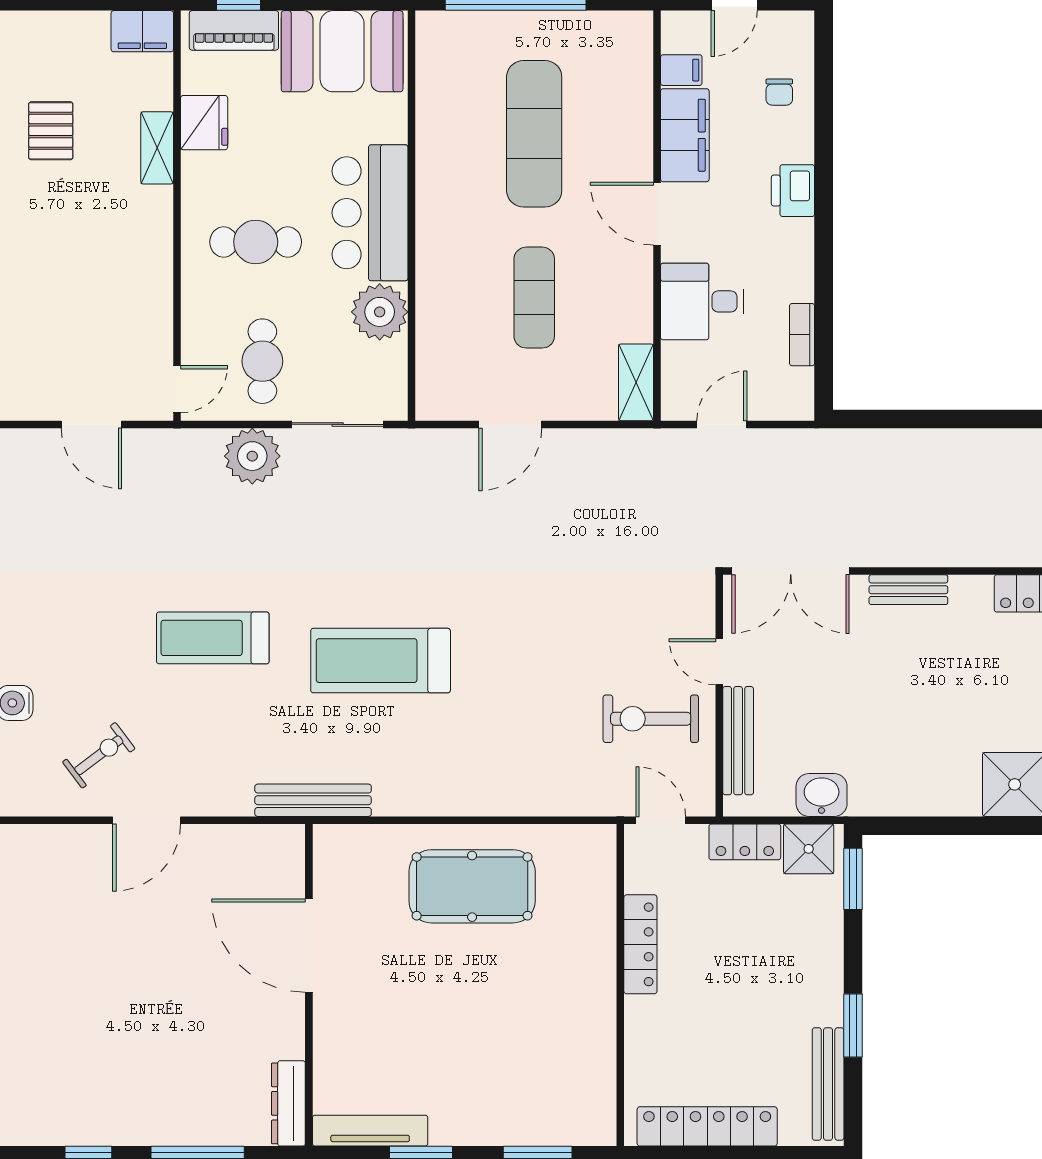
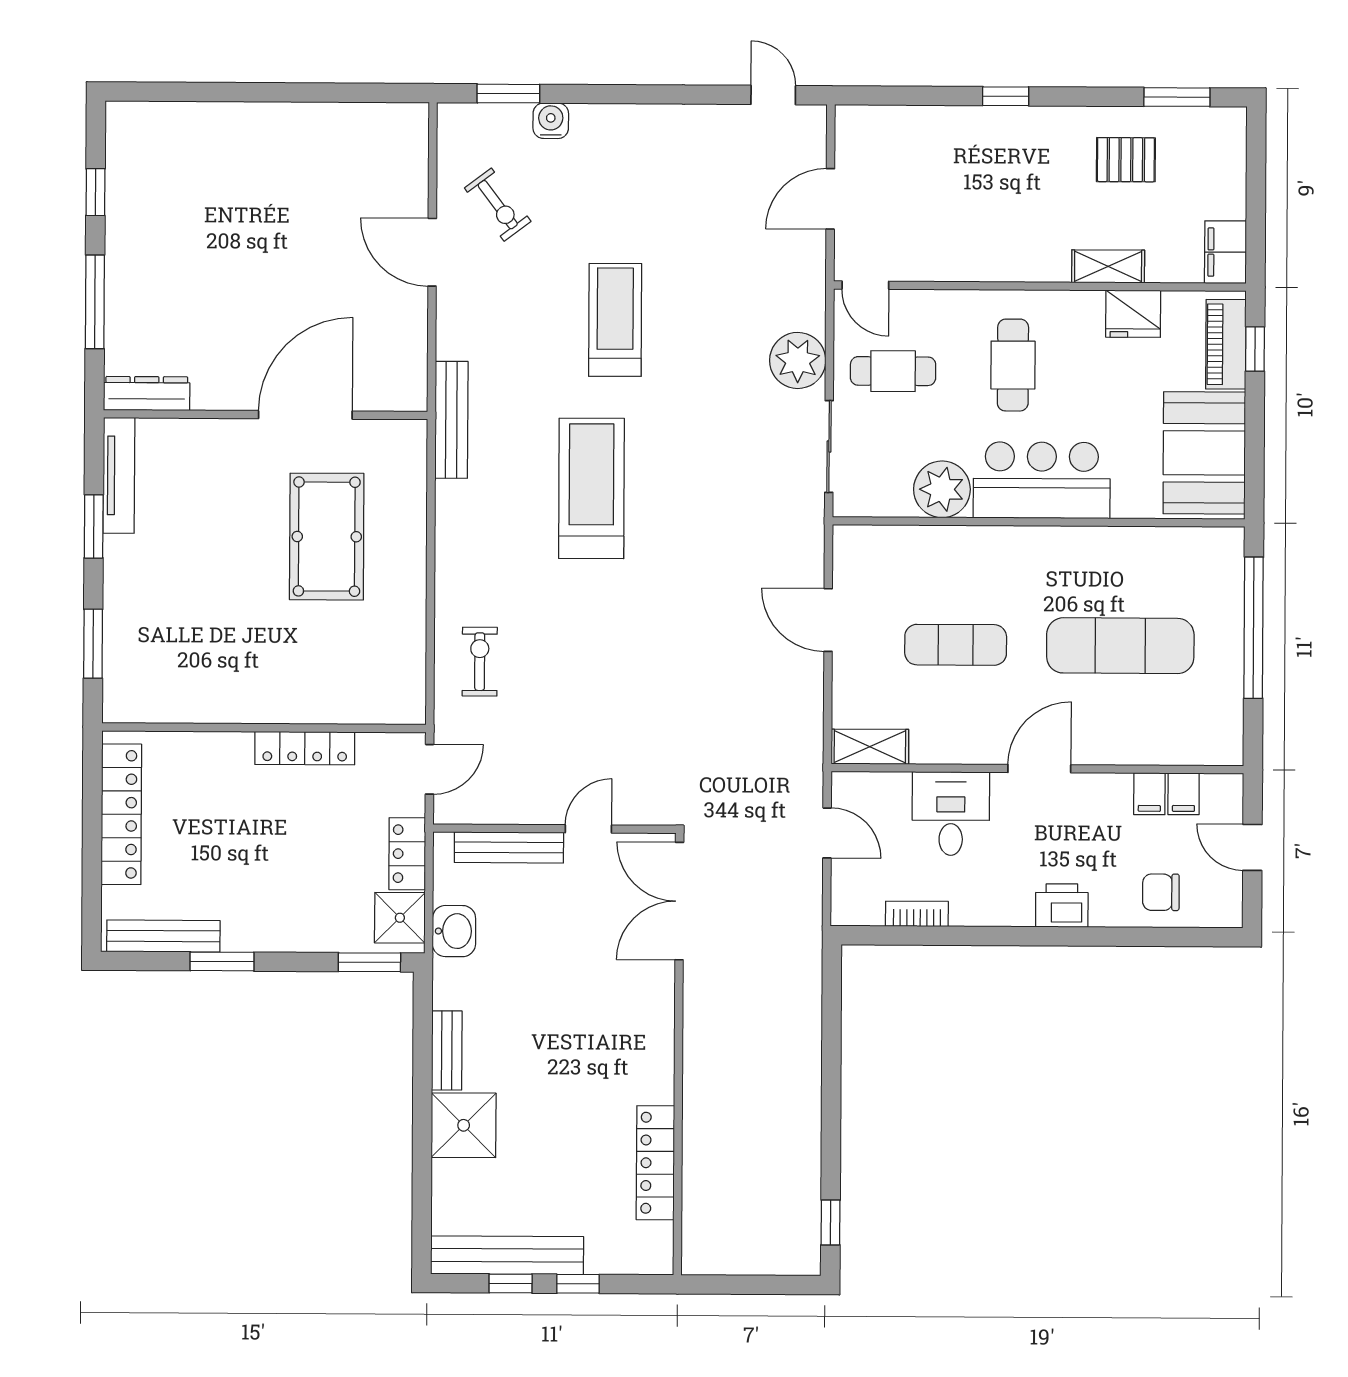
chair: (779, 92) -> (1161, 892), width x1.37, depth x1.37
filing cabinet: (685, 135) -> (1149, 794), width x0.33, depth x0.86
bench: (908, 590) -> (447, 1050), moved
exercise bike: (651, 719) -> (480, 662), moved, width x0.73, depth x0.72
pool table: (472, 886) -> (327, 537), moved

